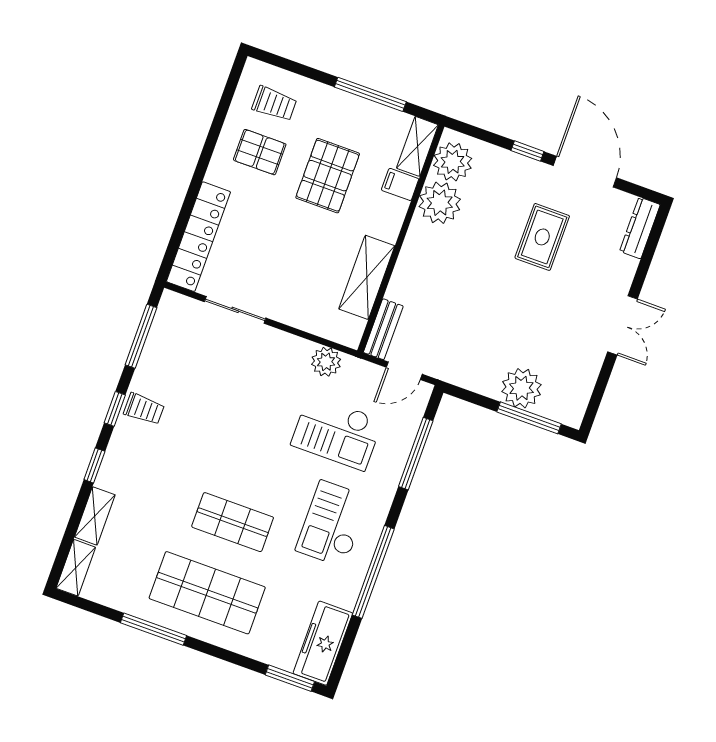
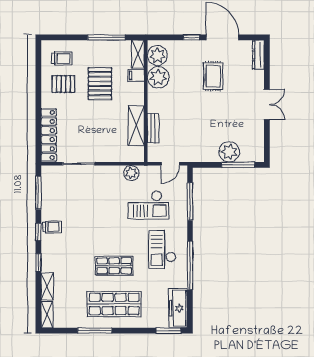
bench: (383, 329) -> (153, 128), moved

